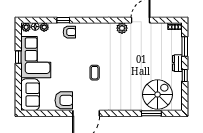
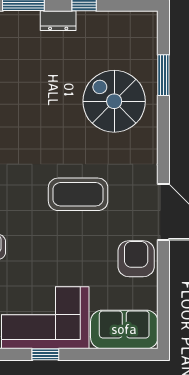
coffee table: (95, 73) -> (78, 194), width x1.86, depth x1.72
spiral stairs: (158, 95) -> (114, 101), moved

